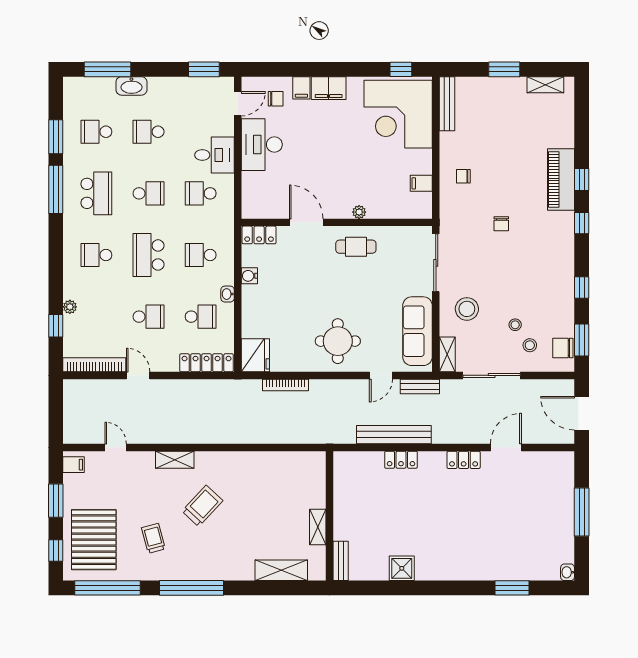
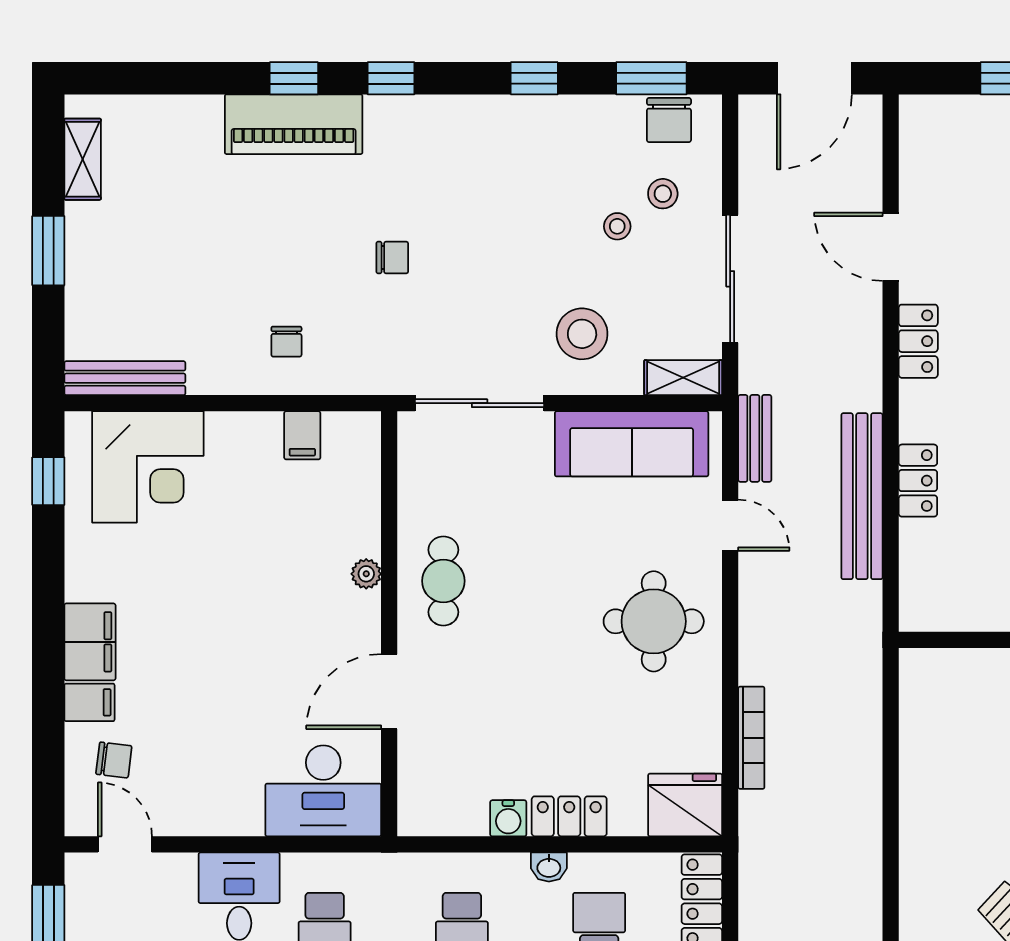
chair: (276, 99) -> (114, 760), turned 97
corner desk: (398, 114) -> (148, 467), width x0.74, depth x0.74
desk: (262, 145) -> (323, 791), moved
locker: (259, 235) -> (569, 816), moved, turned -90

